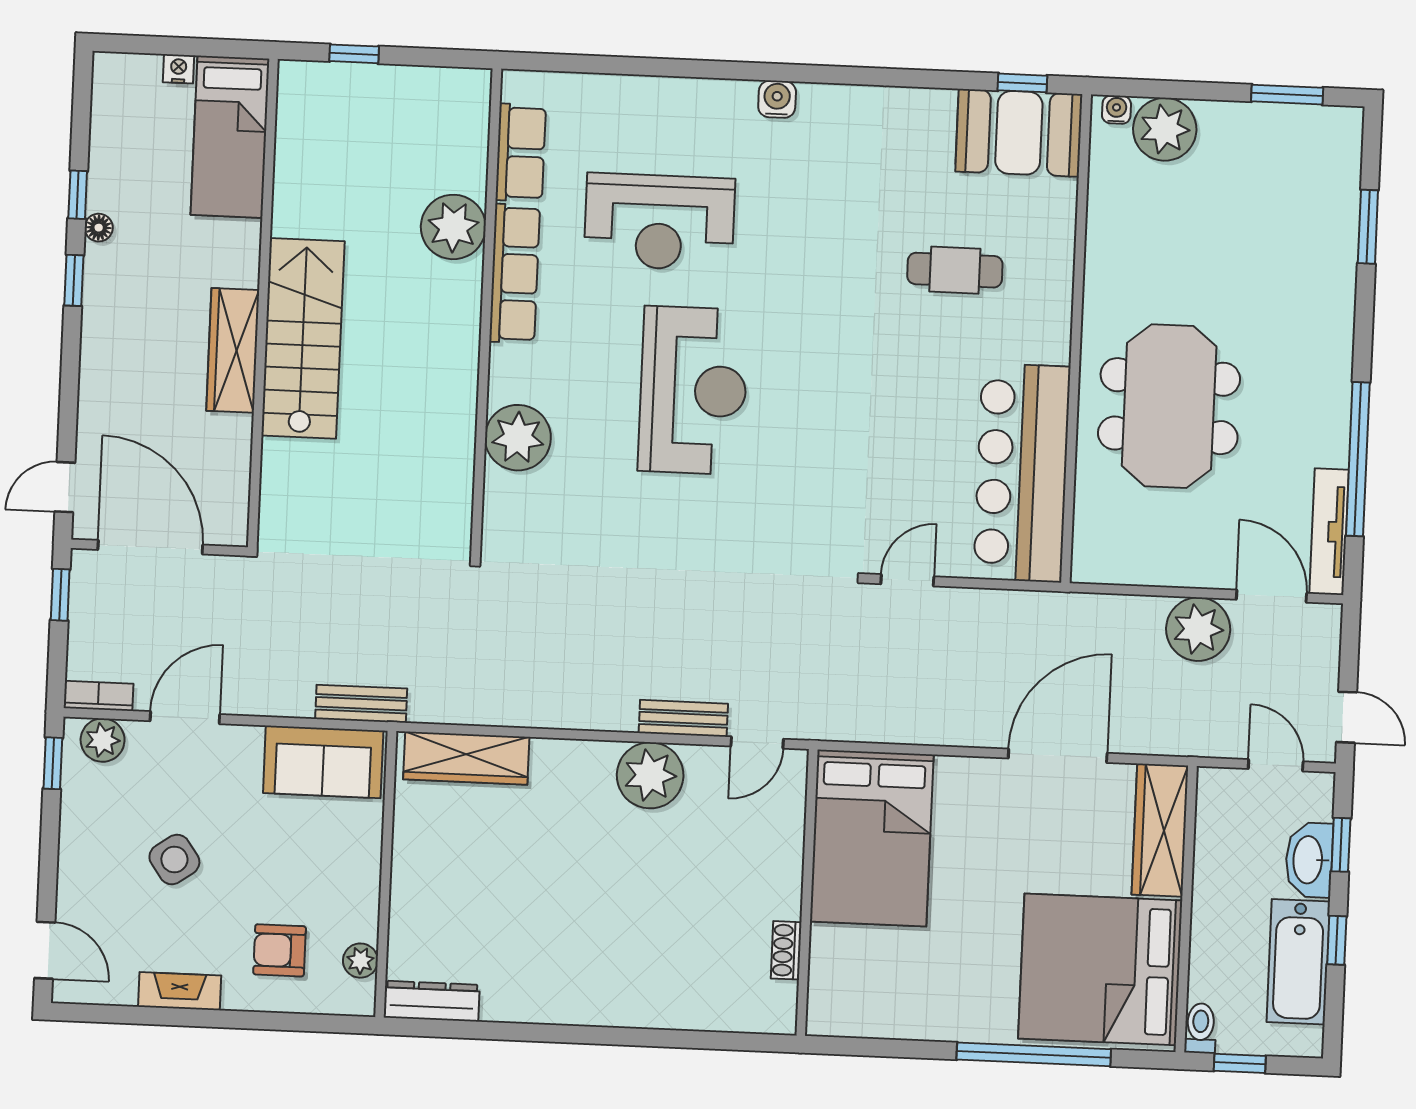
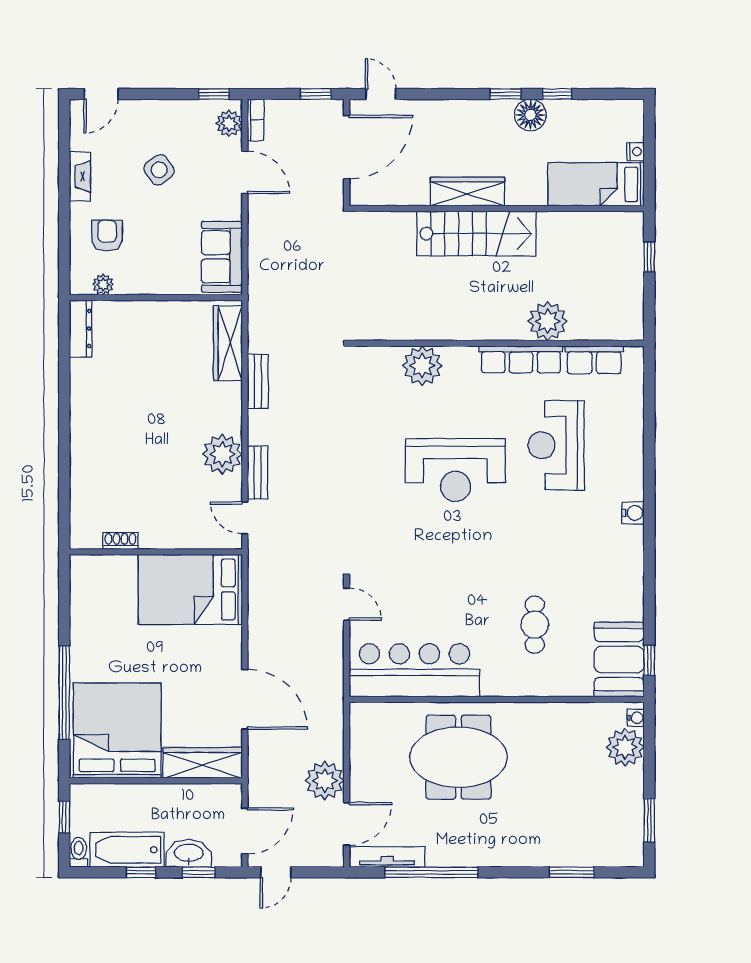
floor lamp: (99, 228) -> (530, 115), width x1.89, depth x1.89
bench: (361, 704) -> (258, 381), moved
door: (1276, 765) -> (245, 831), width x1.38
toilet: (1200, 1028) -> (79, 852), moved, turned -90

